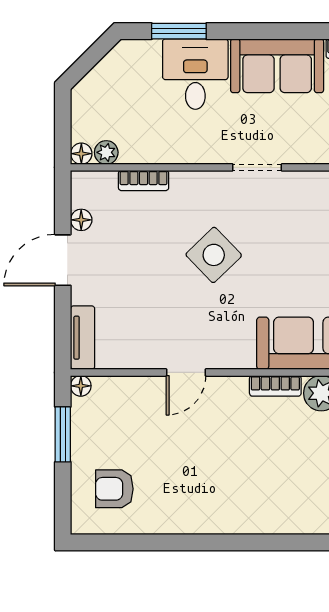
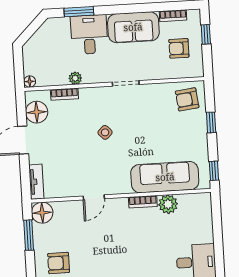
plant: (106, 152) -> (75, 78), moved
floor lamp: (81, 220) -> (37, 112), width x1.89, depth x1.89
side table: (214, 255) -> (105, 132), width x0.54, depth x0.54
floor lamp: (81, 386) -> (42, 213), width x1.89, depth x1.89

